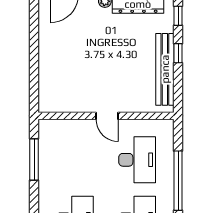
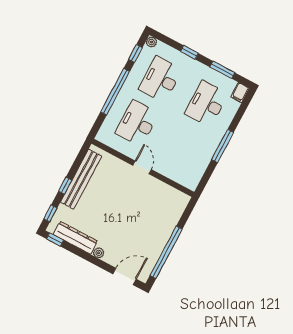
window: (34, 40) -> (166, 252), added
window: (34, 159) -> (223, 146), moved

